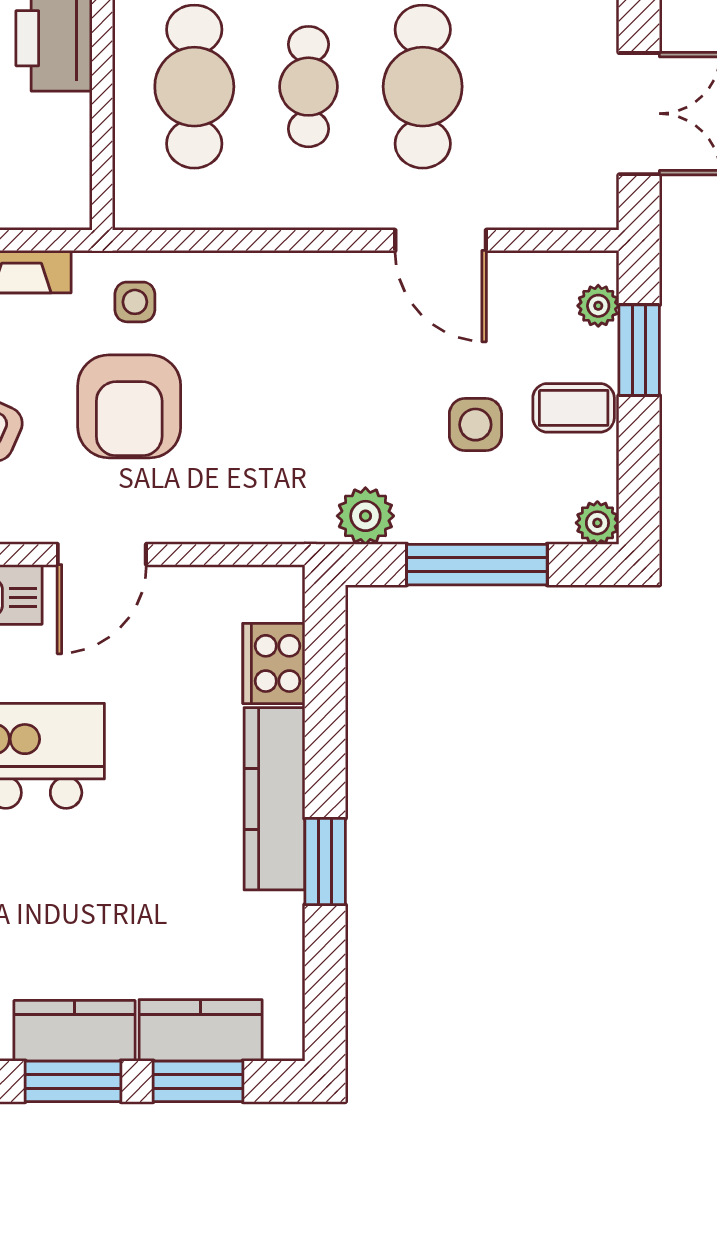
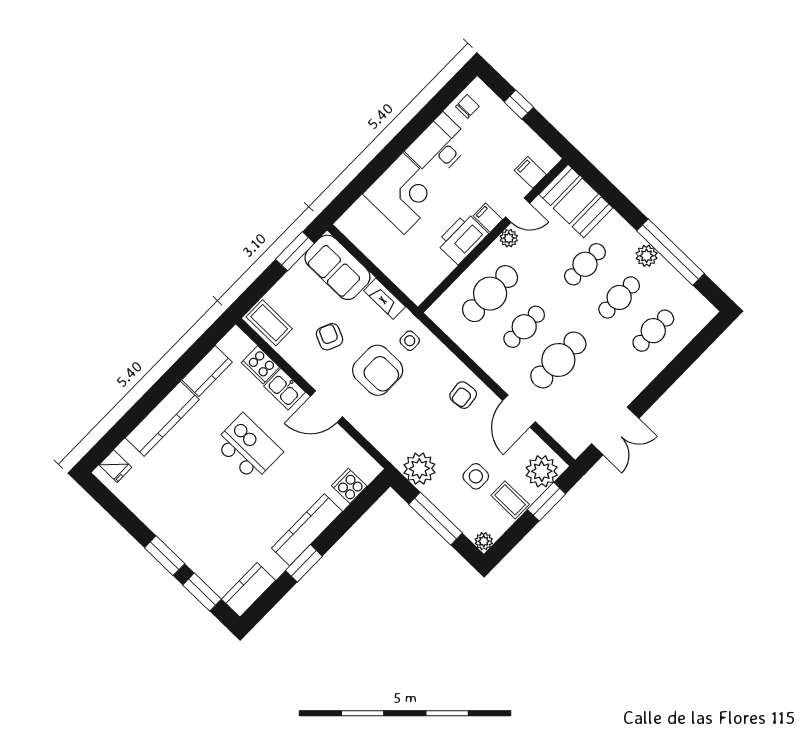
armchair: (318, 306) -> (463, 395), added
plant: (598, 306) -> (542, 471), width x1.87, depth x1.87
armchair: (129, 406) -> (378, 370), turned -90
plant: (365, 516) -> (419, 469), width x1.36, depth x1.36
cooker: (274, 663) -> (349, 486), width x0.73
kitchen counter: (201, 1030) -> (248, 590), moved, turned -90
kitchen counter: (74, 1031) -> (180, 541), removed

